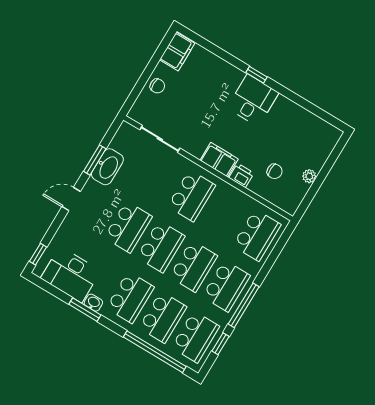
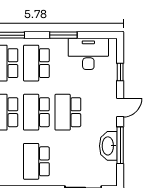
window: (95, 160) -> (120, 145), width x1.44
window: (38, 254) -> (120, 72), moved
washbasin: (93, 303) -> (60, 44), removed

